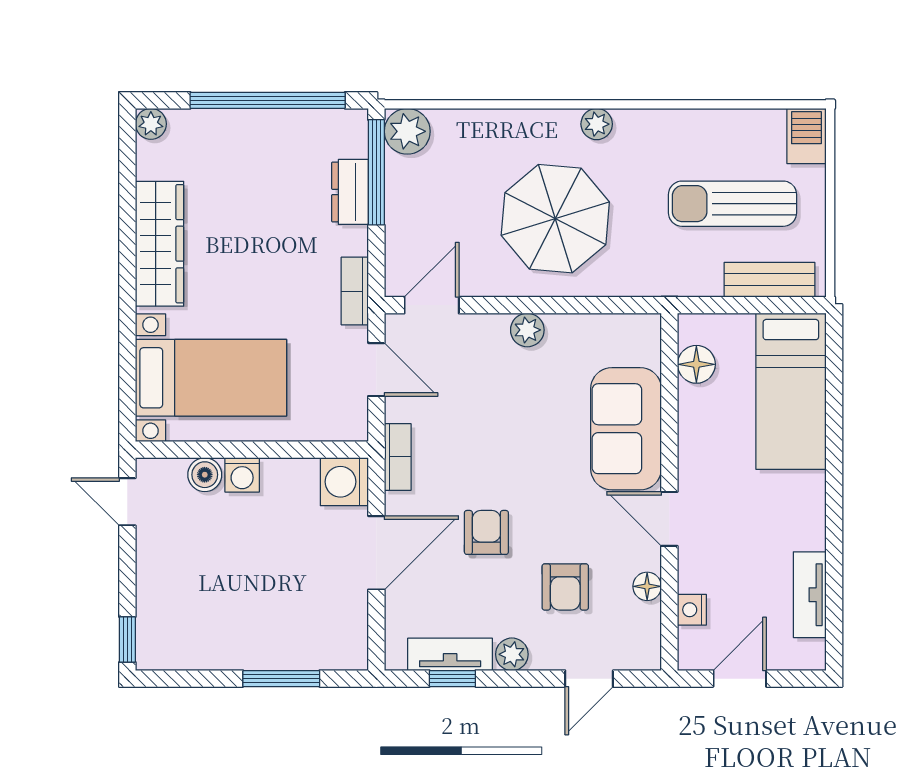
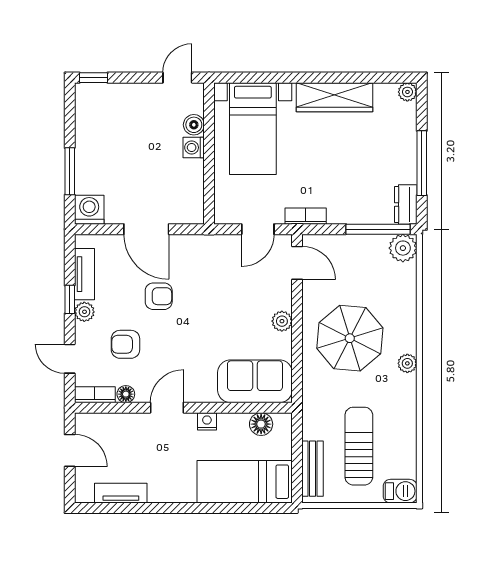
window: (268, 100) -> (422, 163), width x0.68
dresser: (350, 192) -> (406, 205), moved, turned -90
sofa: (626, 429) -> (255, 381), moved
bookcase: (398, 457) -> (95, 395), moved, turned 180
washing machine: (344, 482) -> (89, 210), moved
nightstand: (692, 610) -> (207, 421), moved
window: (452, 679) -> (70, 299), moved

